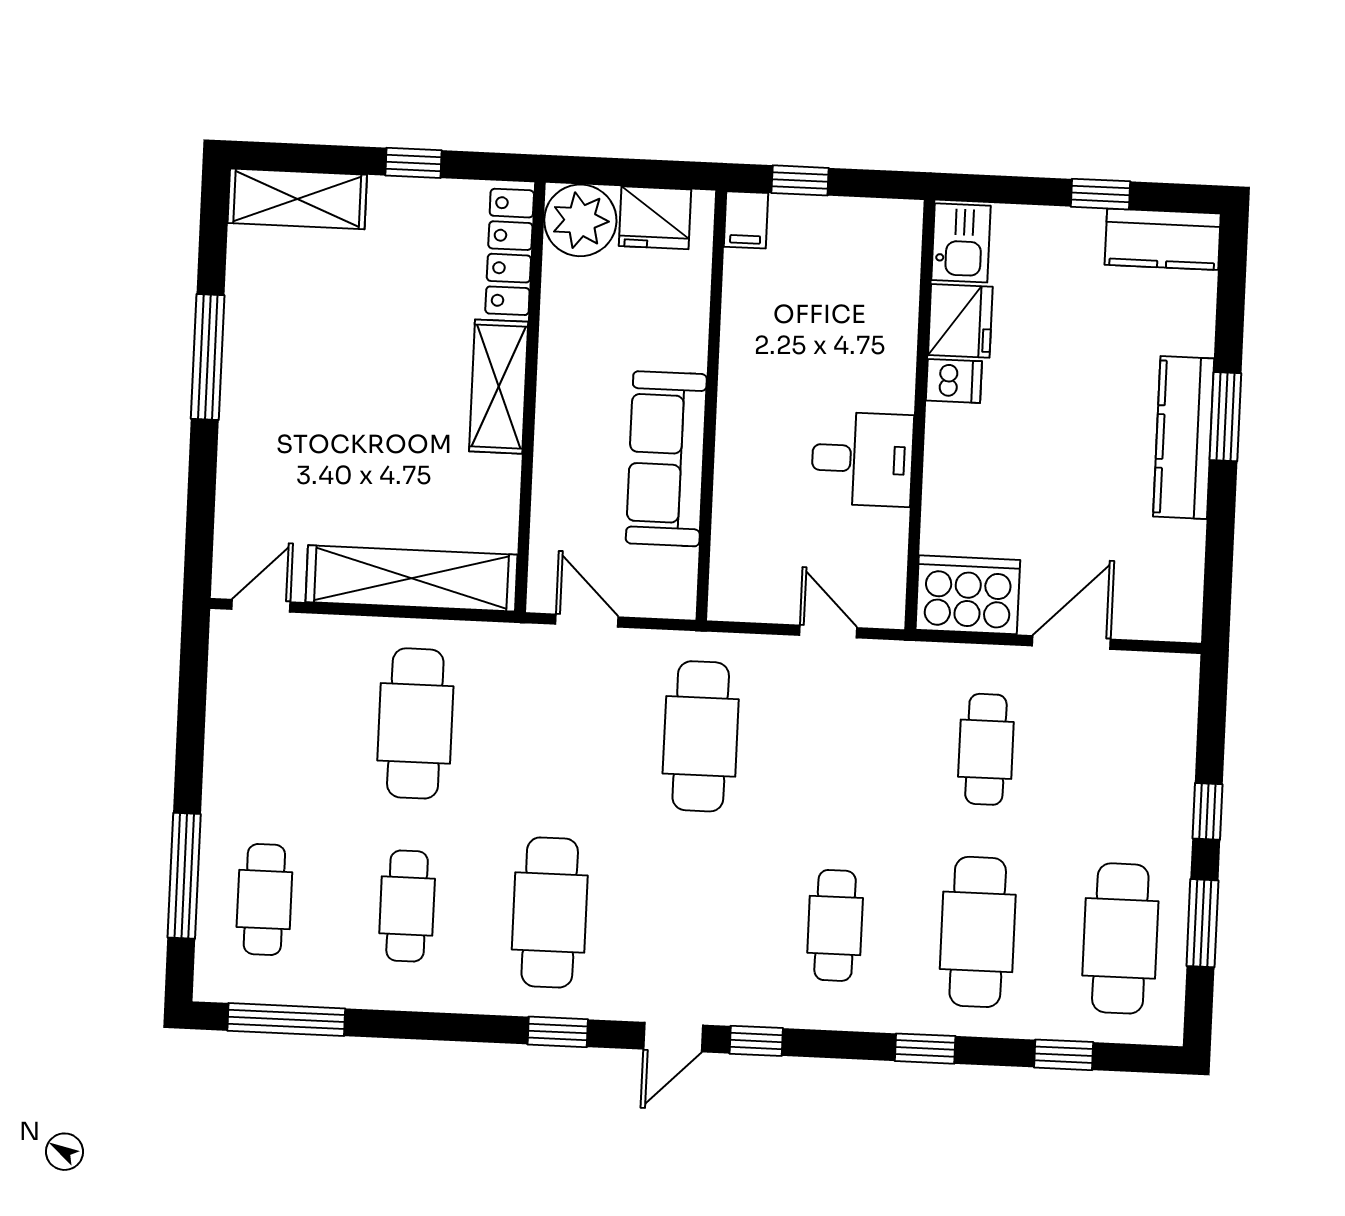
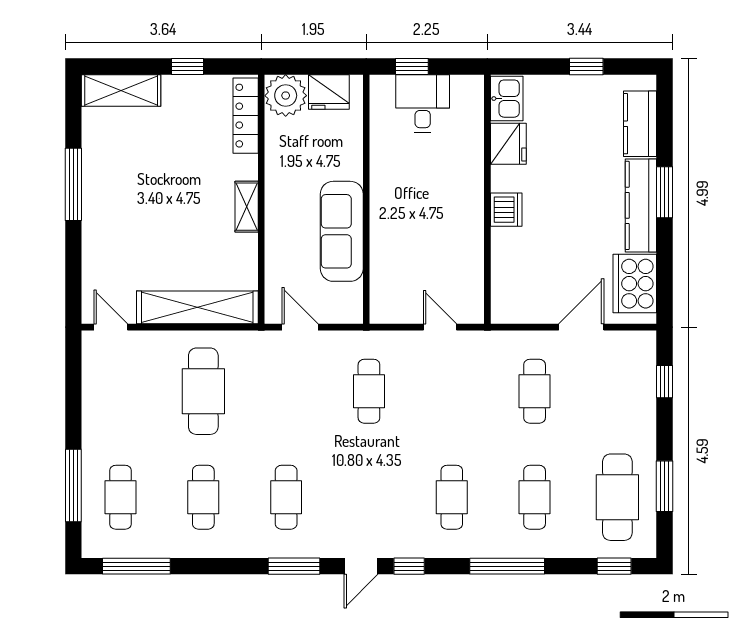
filing cabinet: (746, 220) -> (382, 91), removed
kitchen counter: (1163, 239) -> (640, 124), moved, turned 90
dishwasher: (954, 381) -> (506, 210), moved, width x1.38
shelving: (499, 387) -> (247, 207), width x0.67, depth x0.75
desk: (862, 459) -> (423, 104), moved, turned -90
cooker: (968, 595) -> (635, 284), moved, turned -90
door: (261, 606) -> (111, 327), hinge flipped
cafe table: (701, 736) -> (369, 391), width x0.73, depth x0.74
window: (1207, 811) -> (665, 382), moved
cafe table: (550, 912) -> (286, 497), width x0.73, depth x0.74
cafe table: (978, 932) -> (535, 497), width x0.73, depth x0.74
window: (558, 1032) -> (294, 566), width x1.50
window: (925, 1049) -> (507, 566), width x2.17
window: (1064, 1055) -> (614, 566), moved

